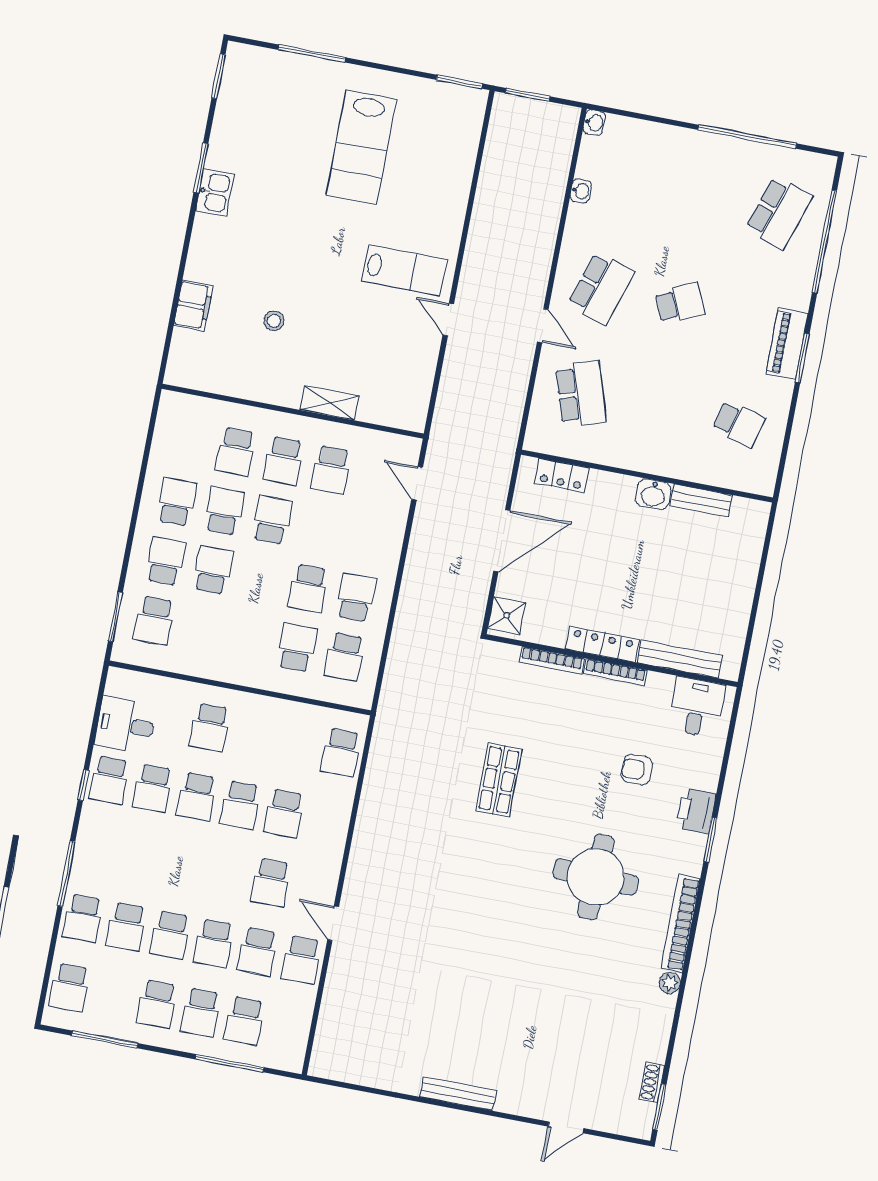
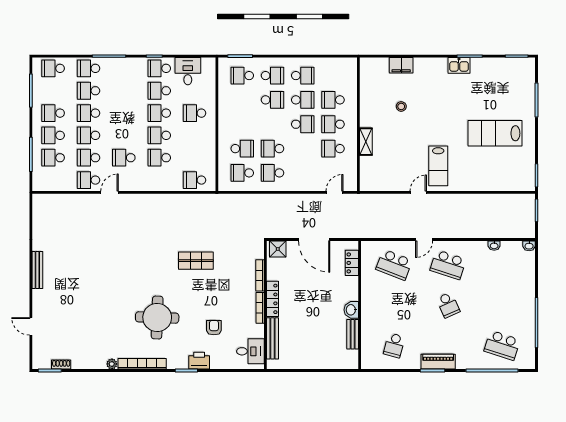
school desk: (581, 394) -> (394, 265), turned 39
school desk: (356, 597) -> (272, 173), turned 180

